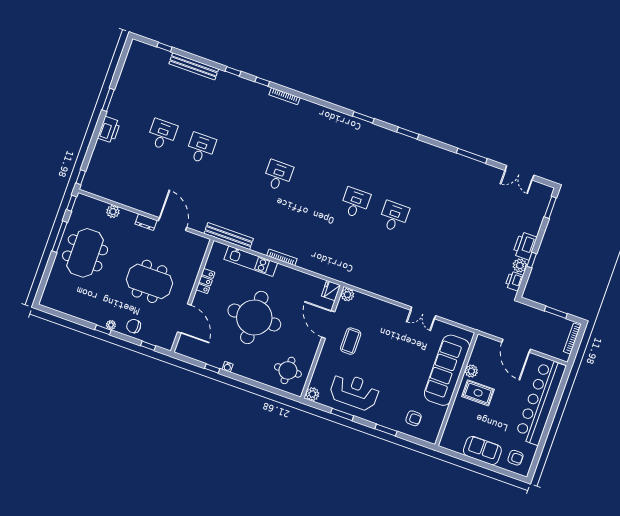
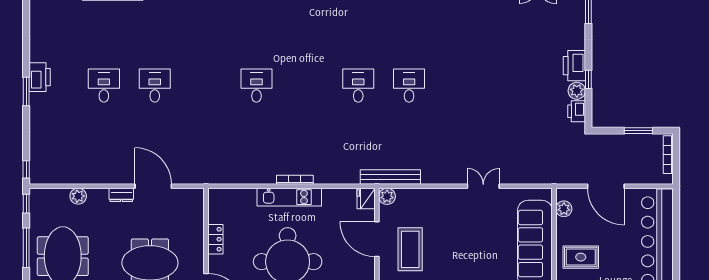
window: (108, 100) -> (26, 91), moved
printer: (109, 130) -> (40, 77), moved
bench: (229, 236) -> (390, 177), moved
kitchen unit: (251, 261) -> (289, 197), moved
double door: (423, 313) -> (483, 186), swing flipped
coffee table: (351, 341) -> (410, 249), width x1.36, depth x1.32
plant: (471, 371) -> (564, 209), moved

